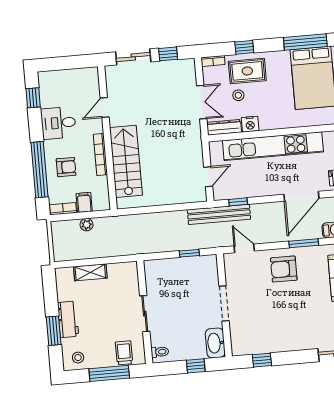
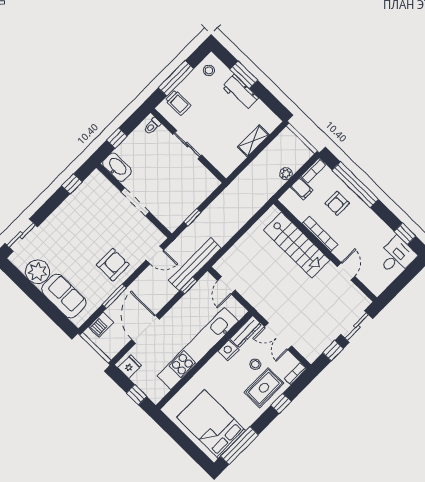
desk: (58, 123) -> (396, 256), moved

